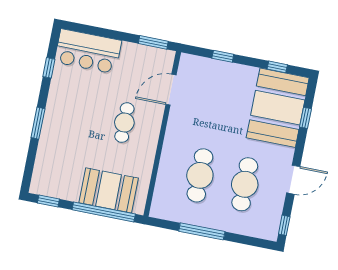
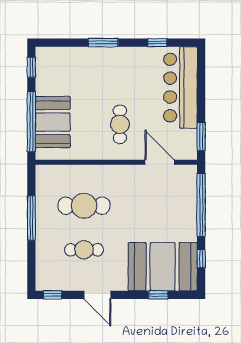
bar counter: (88, 51) -> (180, 88), width x1.36
window: (223, 56) -> (201, 205), width x3.17
cafe table: (124, 123) -> (120, 124), turned 90
cafe table: (245, 184) -> (84, 250), width x0.73, depth x0.74

